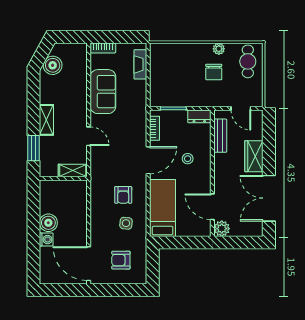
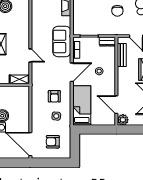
sofa: (103, 92) -> (62, 41), moved, turned 180

